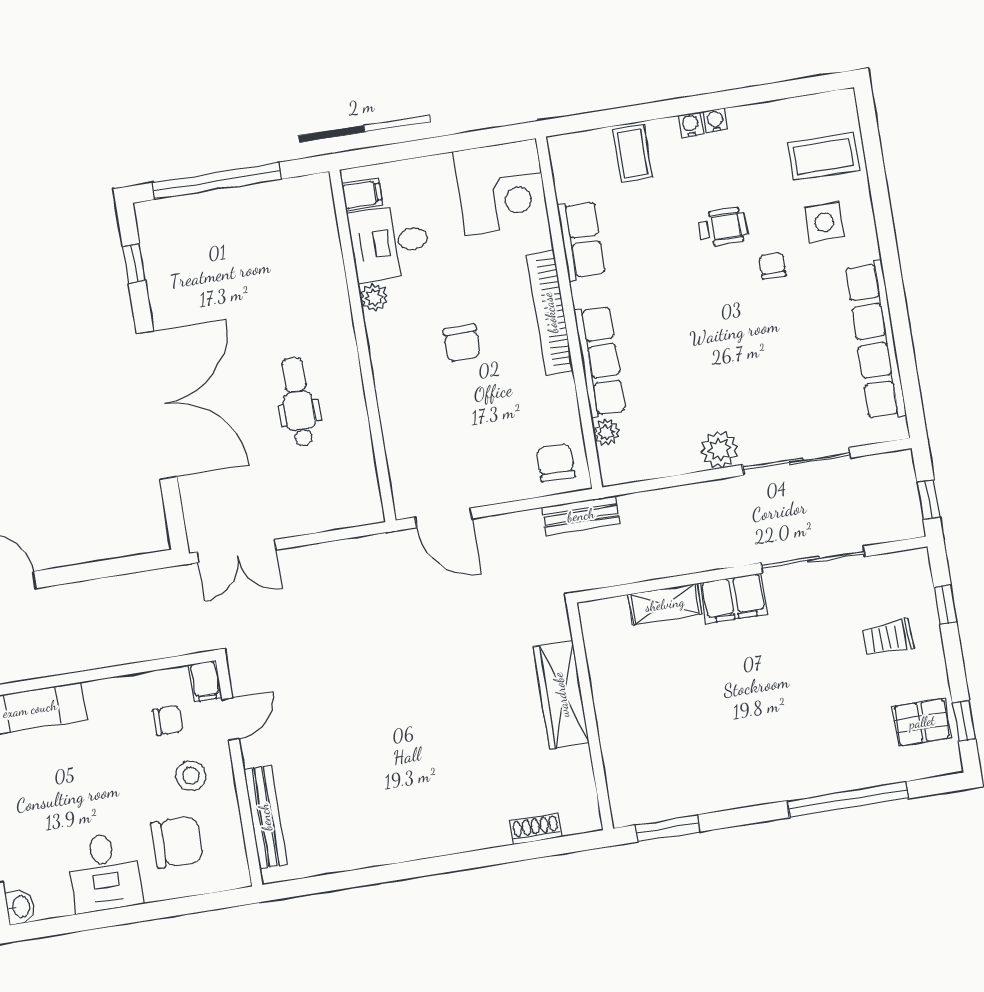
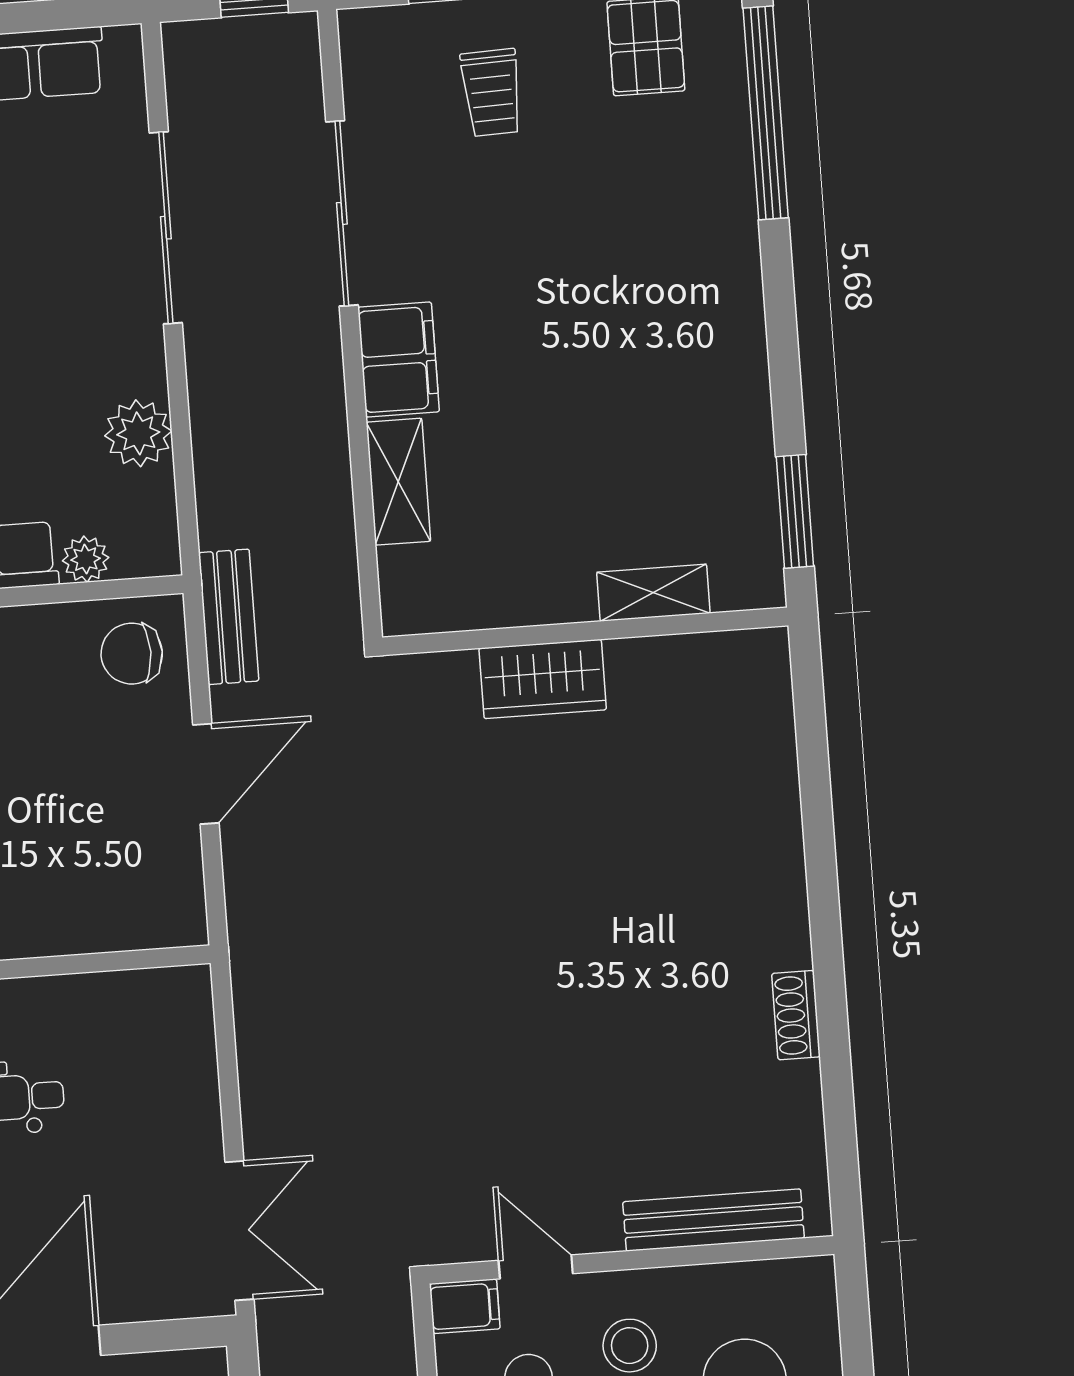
plant: (719, 449) -> (138, 433), moved
door: (444, 518) -> (206, 774), moved
wardrobe: (561, 695) -> (543, 679), width x0.67
shelving: (615, 753) -> (653, 593), added
window: (848, 800) -> (766, 113), moved
shoe rack: (536, 829) -> (796, 1015), moved

